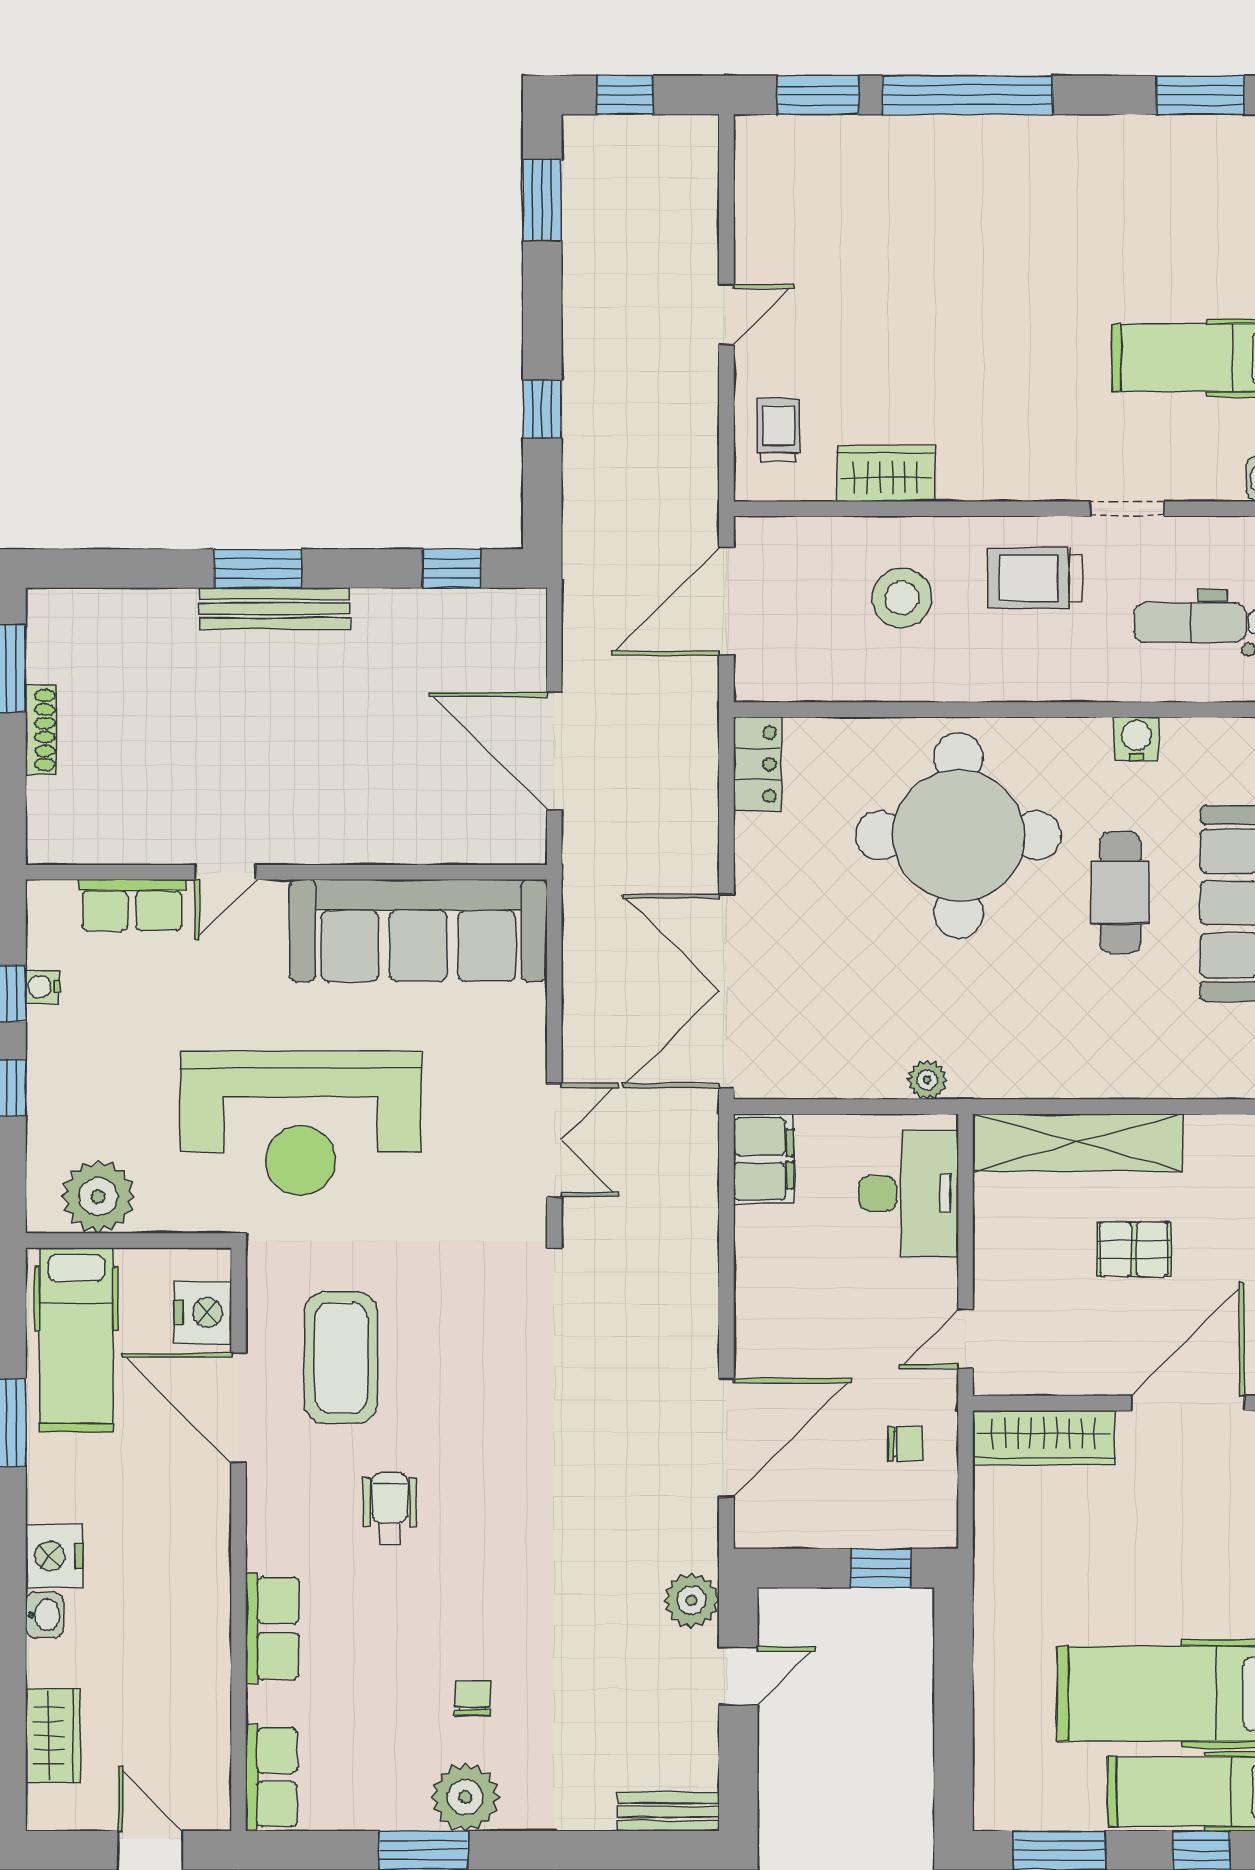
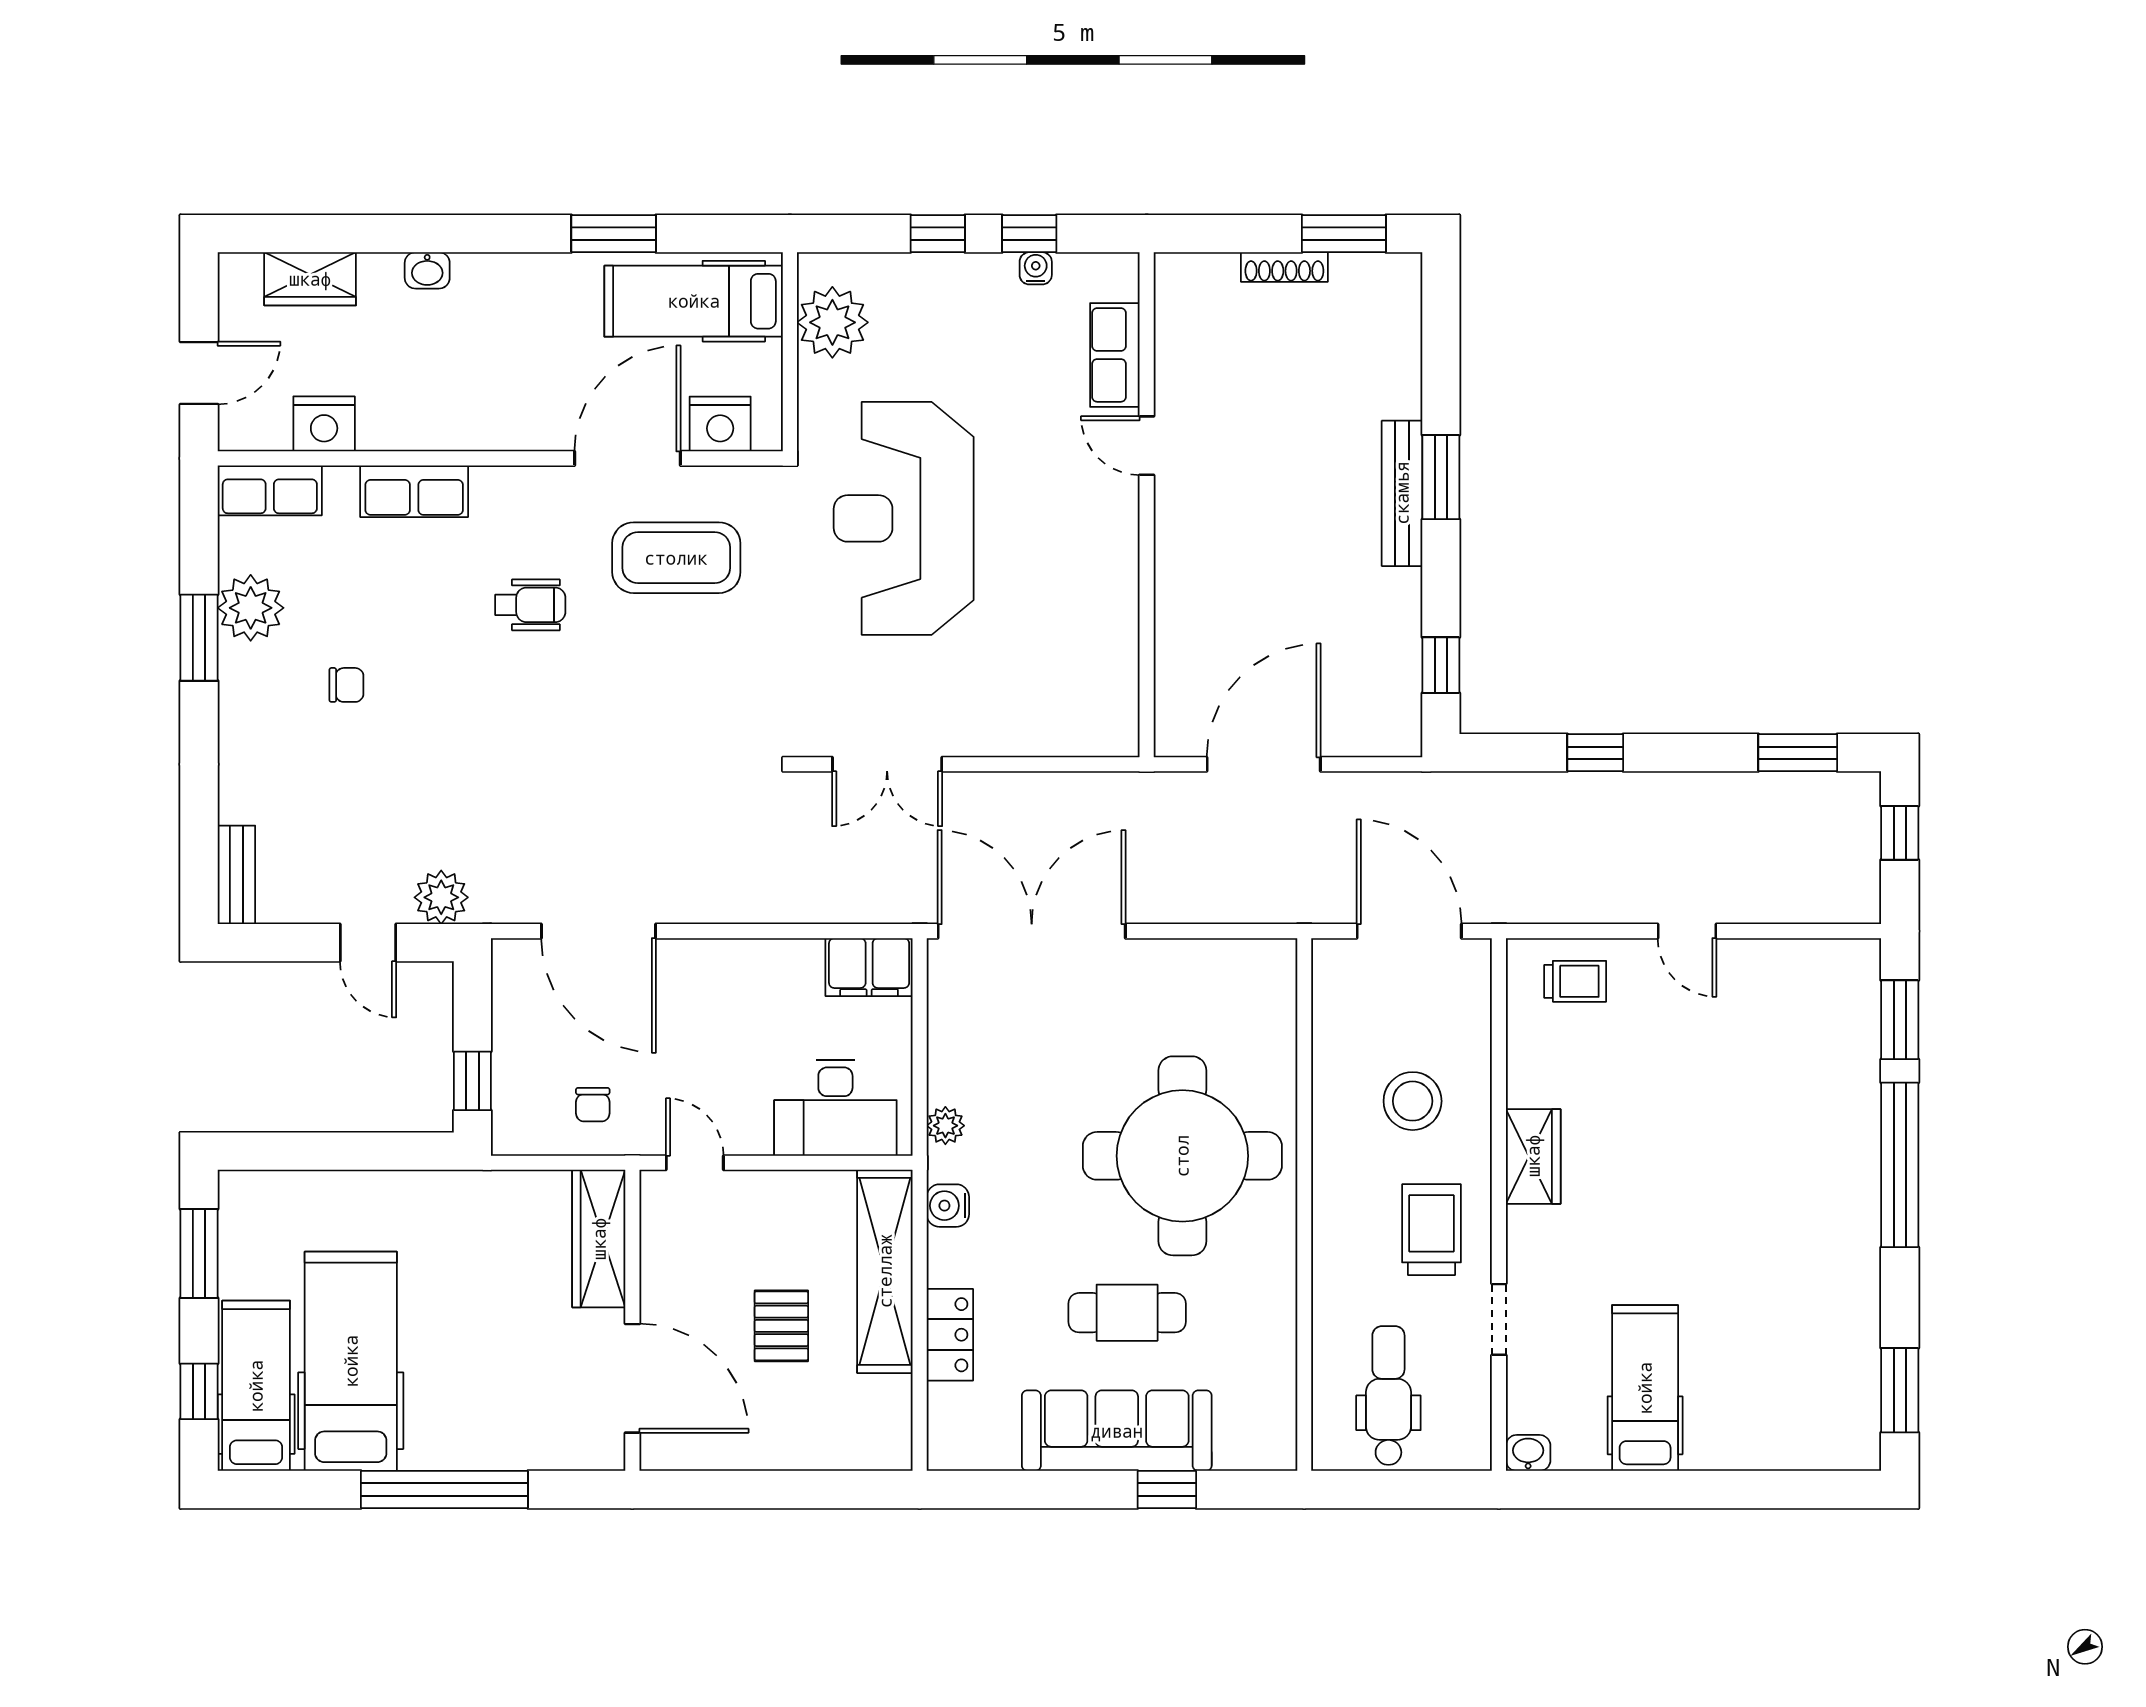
wardrobe: (886, 473) -> (1533, 1156), moved
water cooler: (1136, 739) -> (948, 1206), moved, turned 180
locker: (758, 764) -> (950, 1335), moved, turned -90
sofa: (418, 930) -> (1090, 633), removed
nightstand: (54, 1556) -> (324, 424), moved, turned 180
plant: (465, 1797) -> (251, 608), moved

